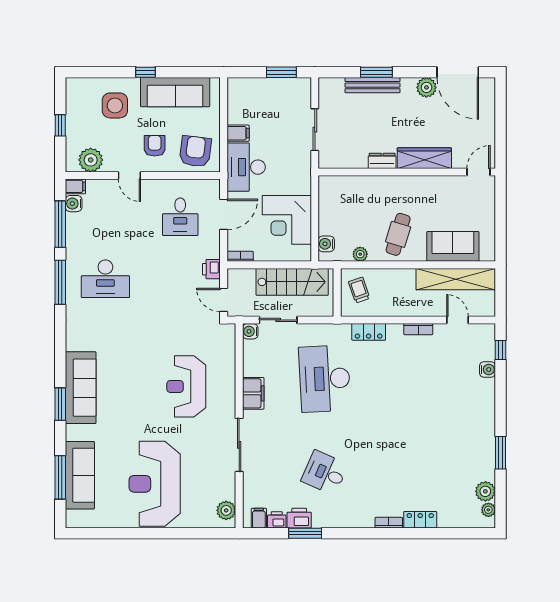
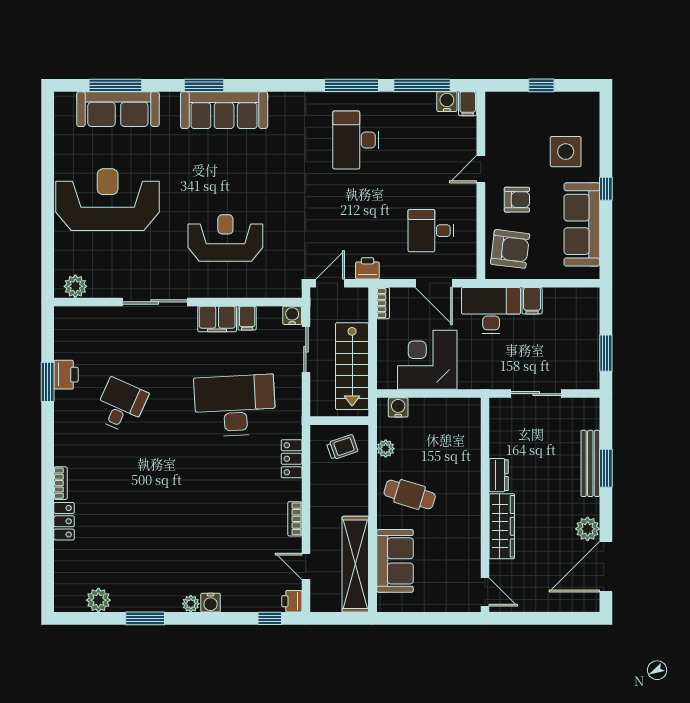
plant: (91, 160) -> (500, 122), removed
door: (457, 320) -> (306, 566), swing flipped
water cooler: (487, 369) -> (211, 603), moved
plant: (488, 510) -> (191, 604), moved
filing cabinet: (259, 518) -> (247, 318), moved, turned 90
printer: (277, 520) -> (292, 601), moved, turned 180

